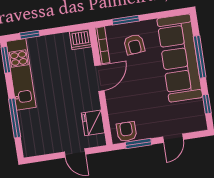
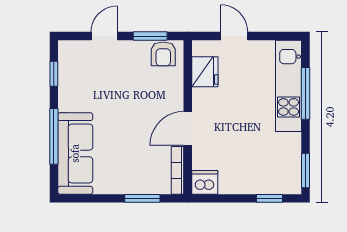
armchair: (134, 45) -> (136, 165), removed
sofa: (180, 58) -> (75, 153), width x0.74, depth x0.79
kitchen unit: (21, 74) -> (289, 86), moved

